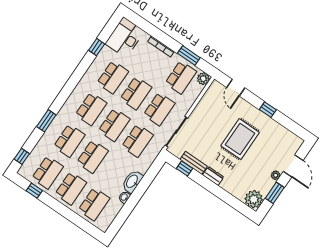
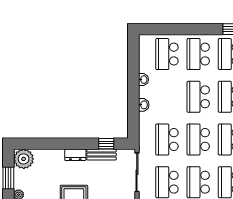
washbasin: (132, 181) -> (144, 105), width x0.52, depth x0.69

